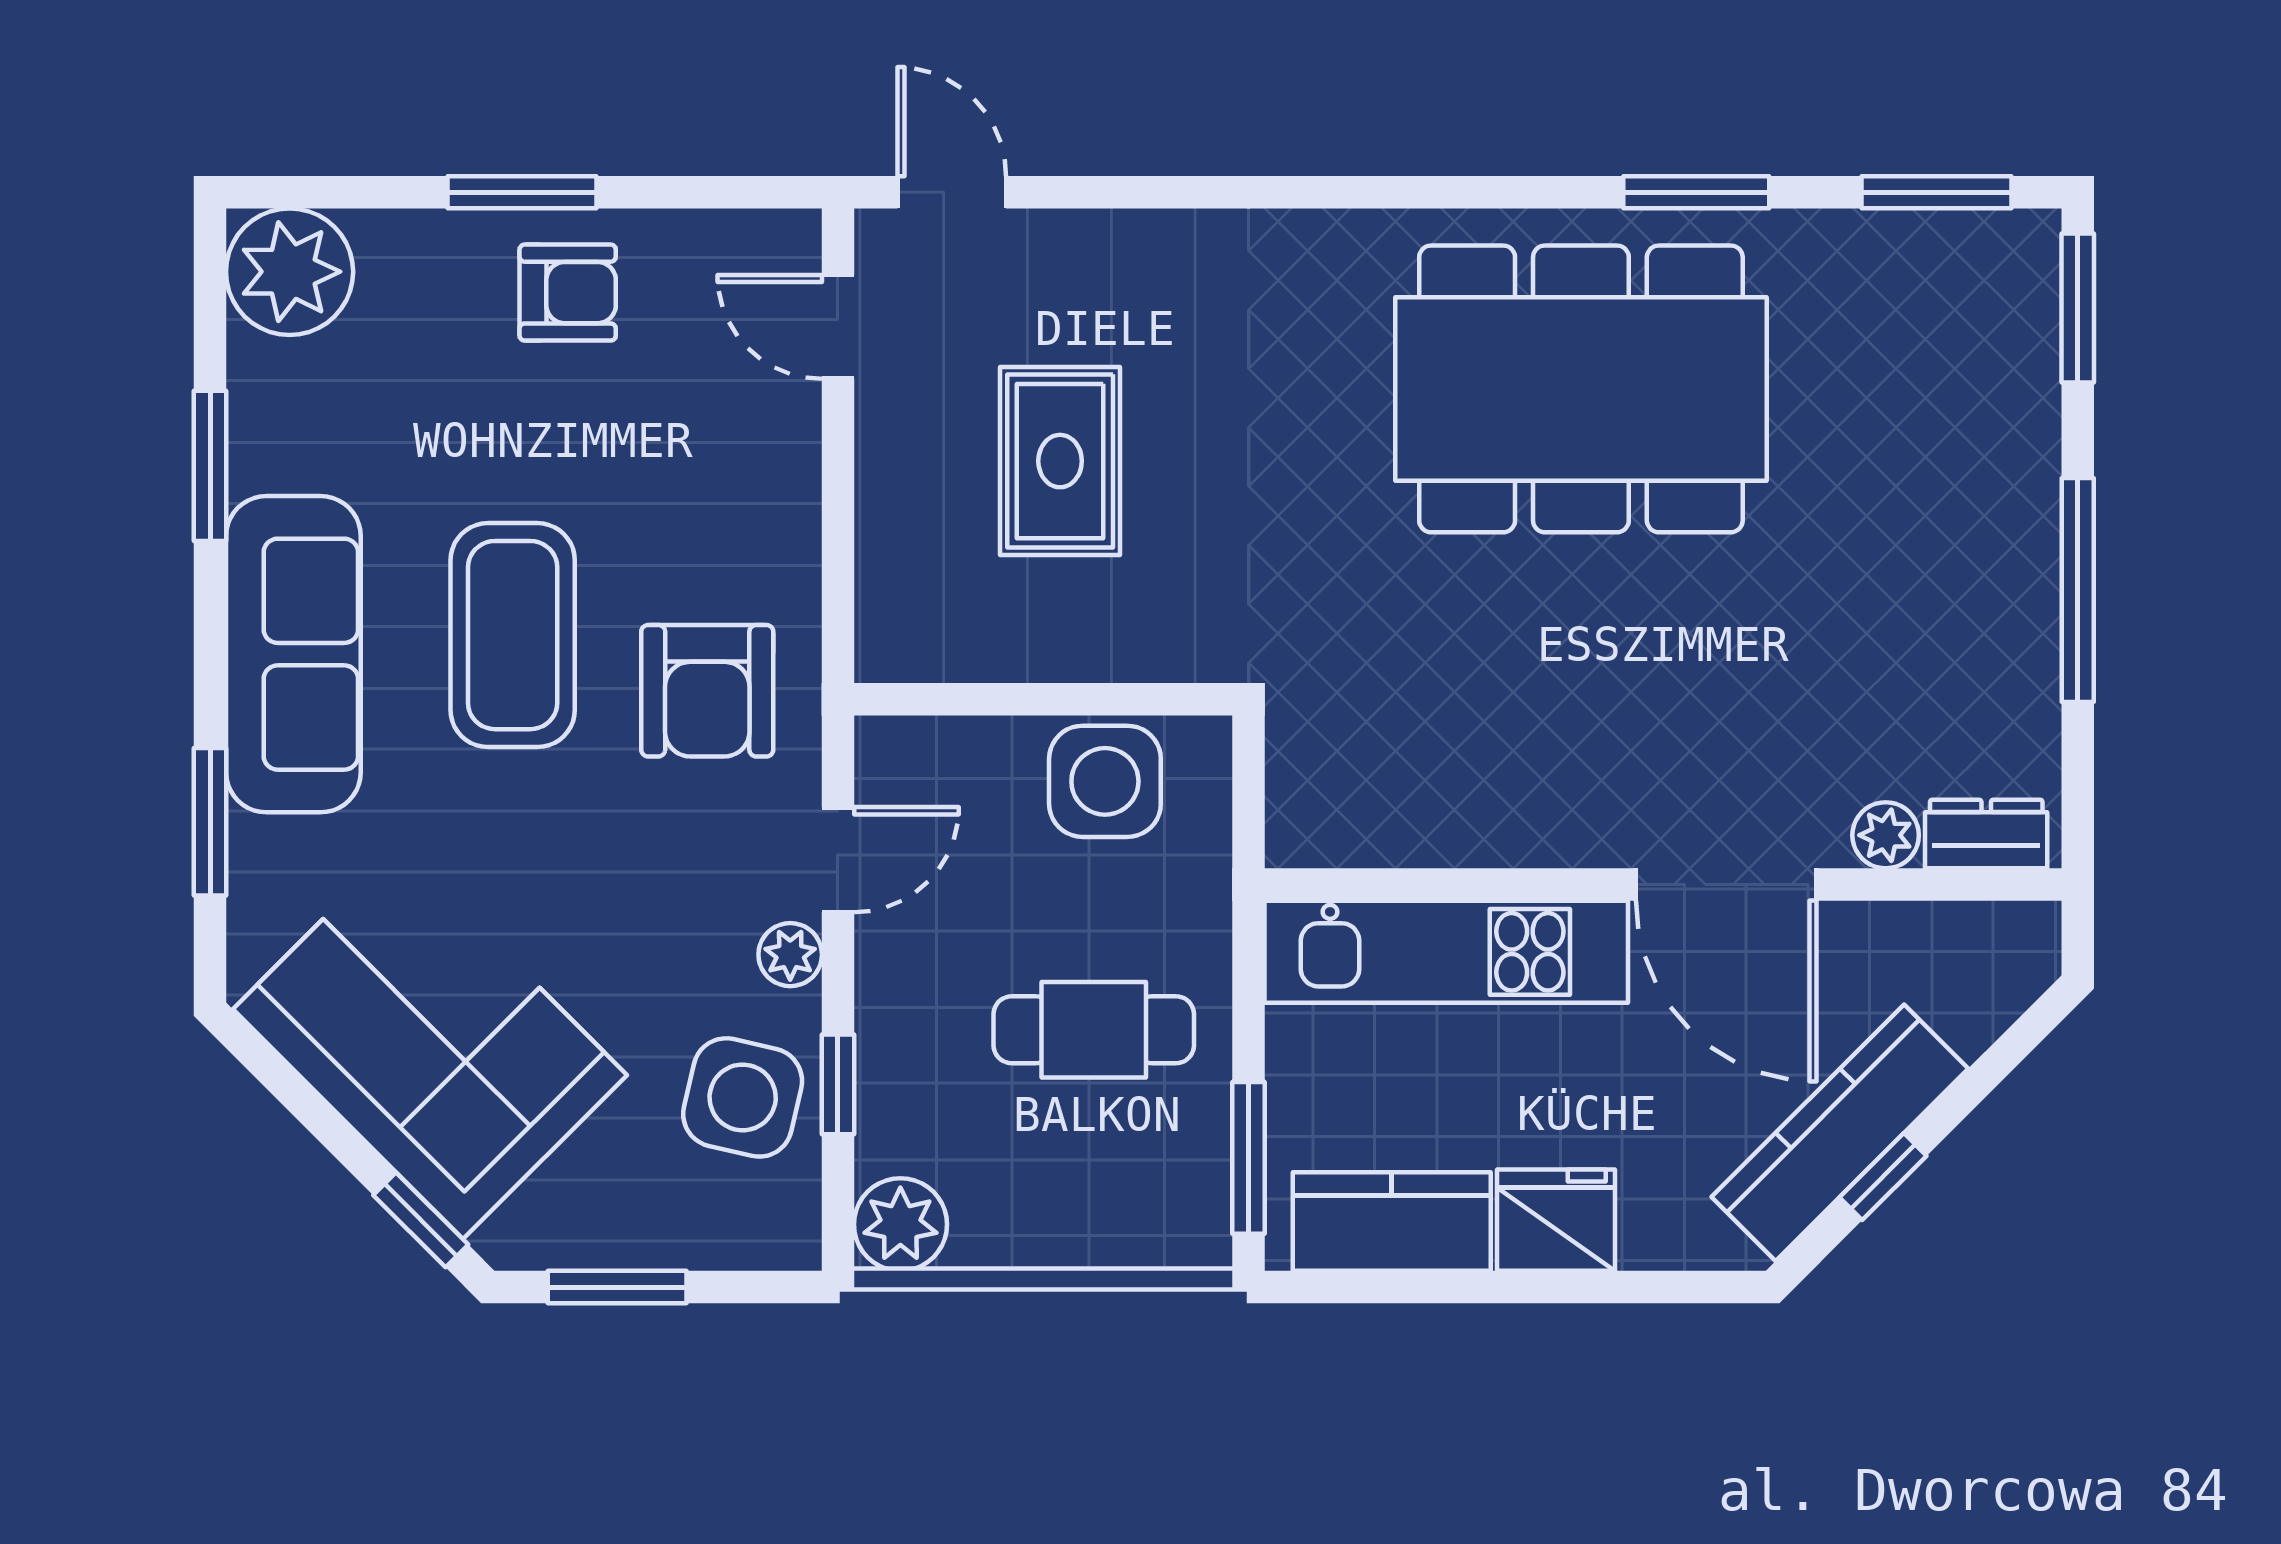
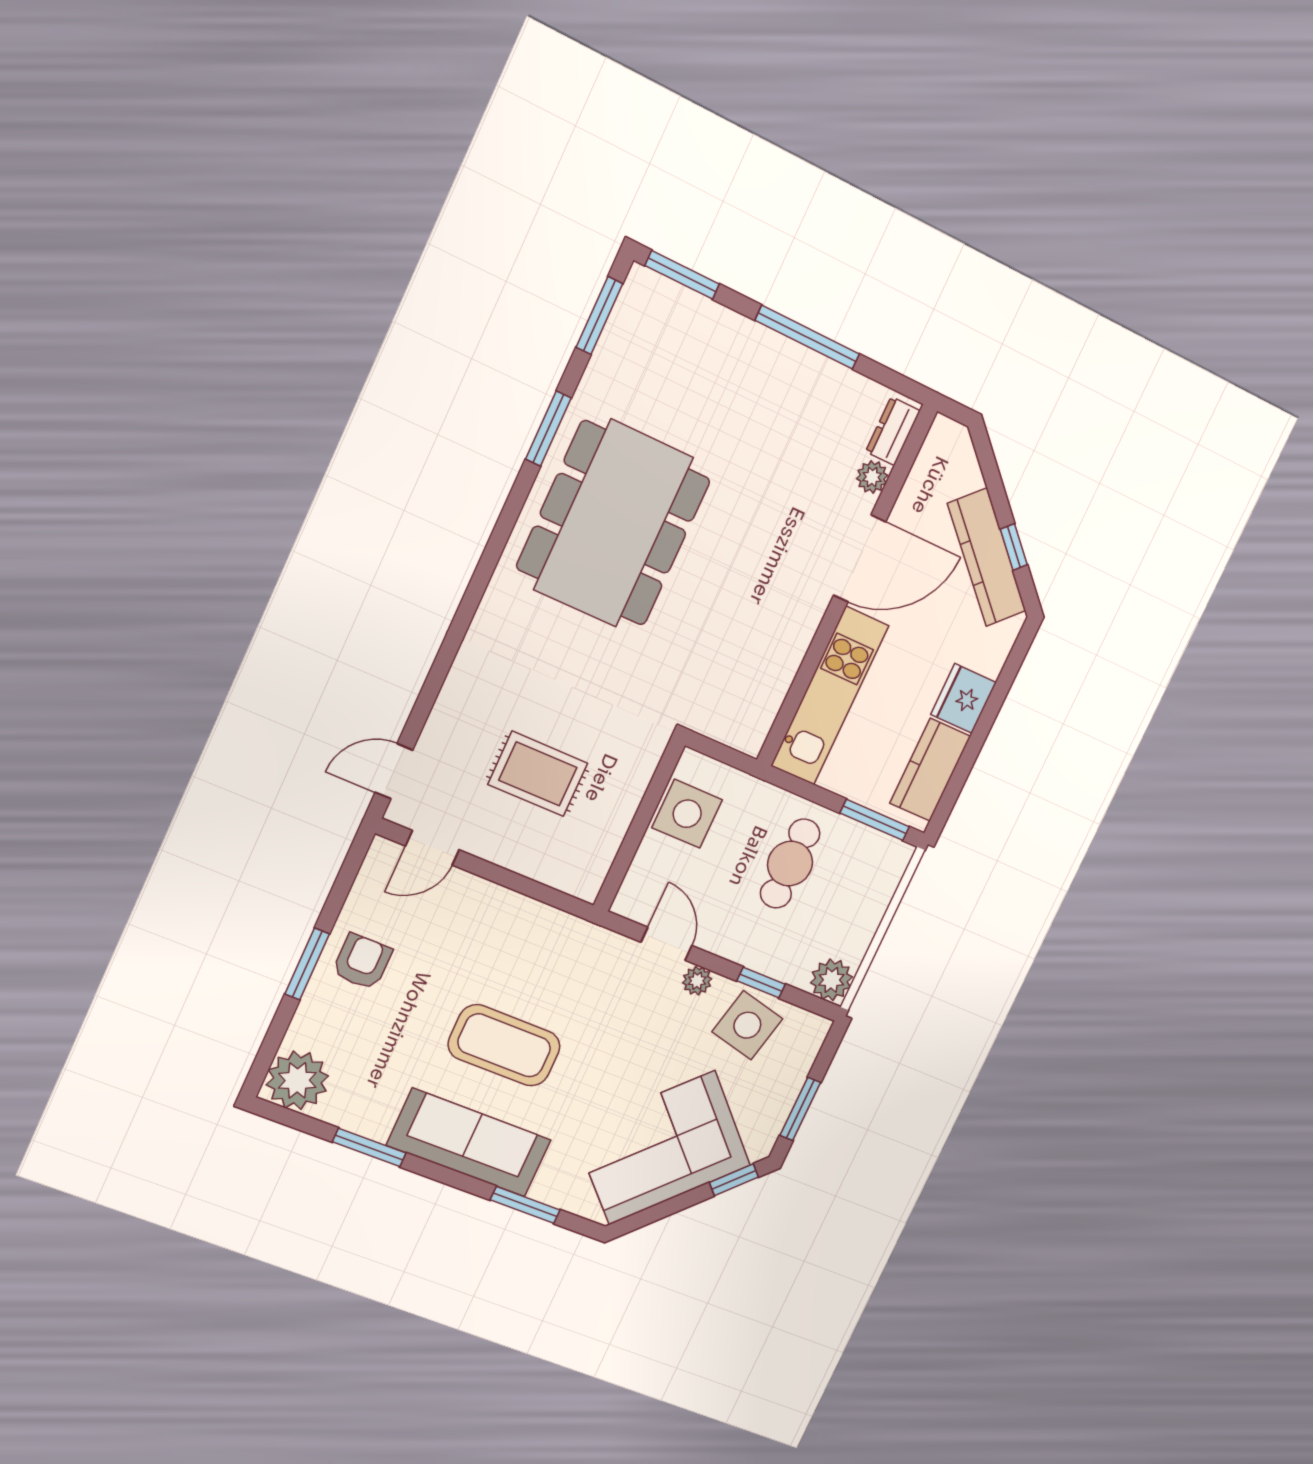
armchair: (707, 691) -> (567, 971), removed

